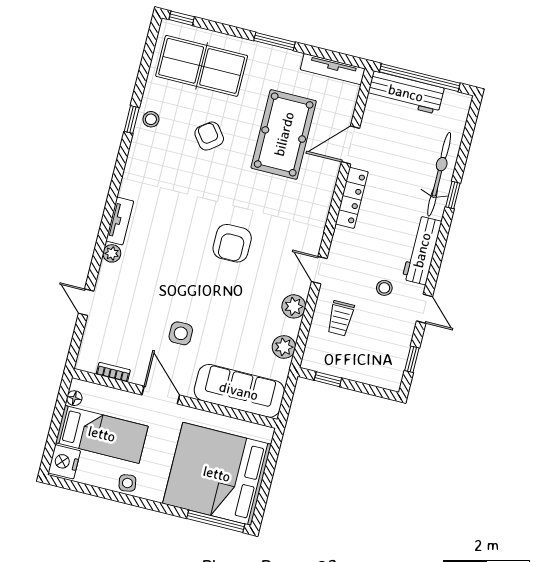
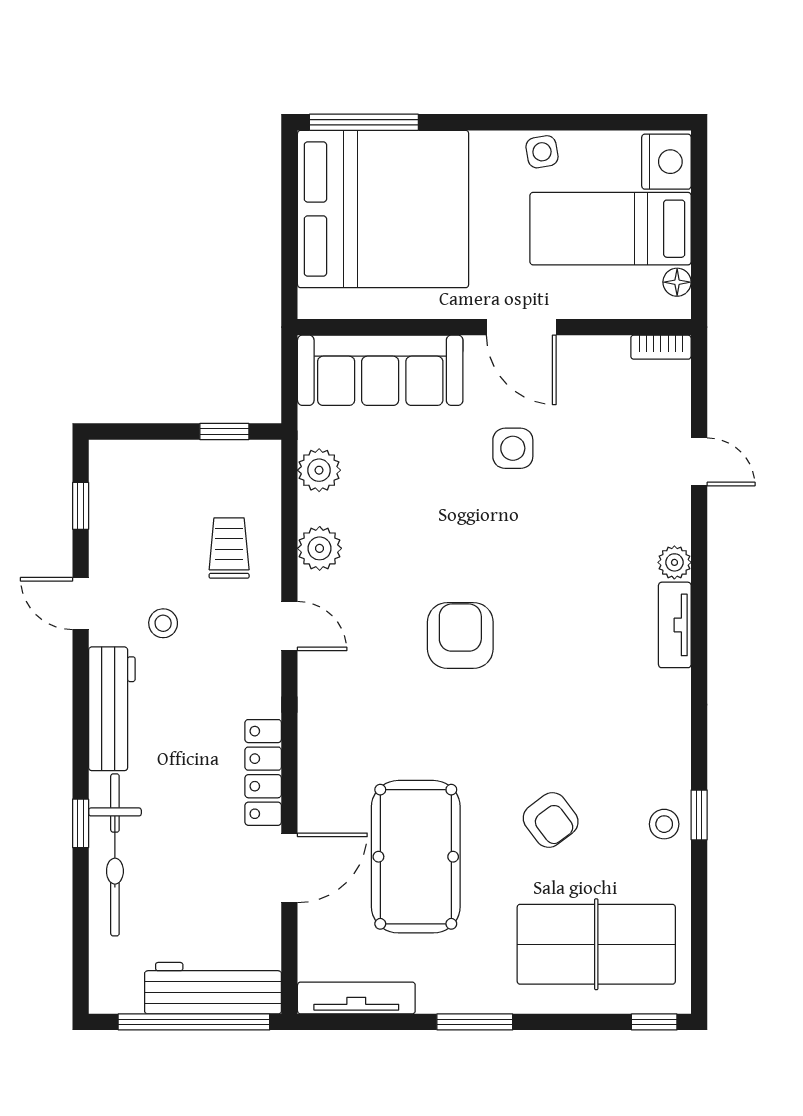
bookcase: (113, 372) -> (661, 347), moved

